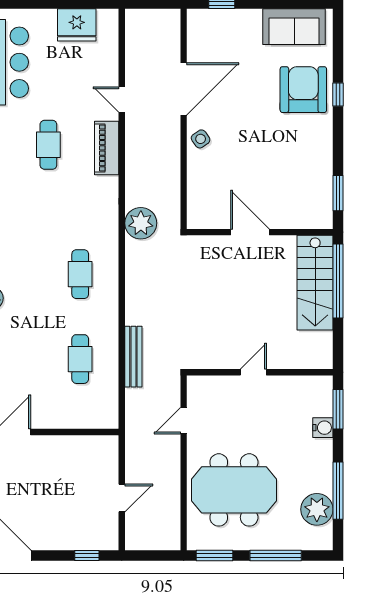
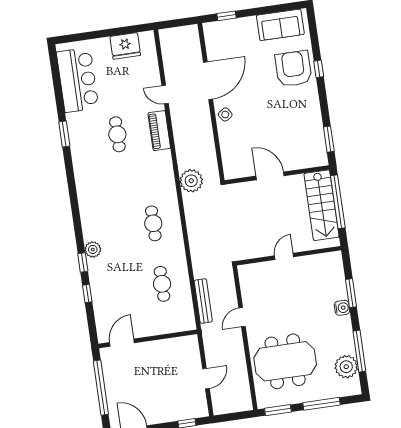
bench: (133, 357) -> (203, 301), moved
door: (253, 372) -> (284, 256), moved
wall: (260, 372) -> (289, 256), moved

